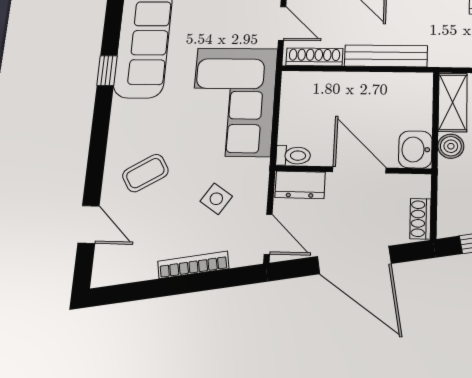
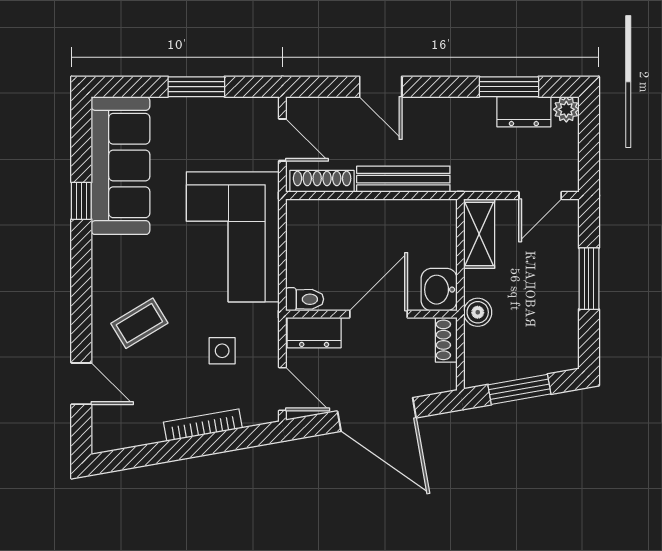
boiler: (451, 146) -> (478, 312), moved
door: (359, 170) -> (379, 314), hinge flipped
side table: (216, 199) -> (222, 351), turned -34
shoe rack: (420, 219) -> (446, 340), moved

